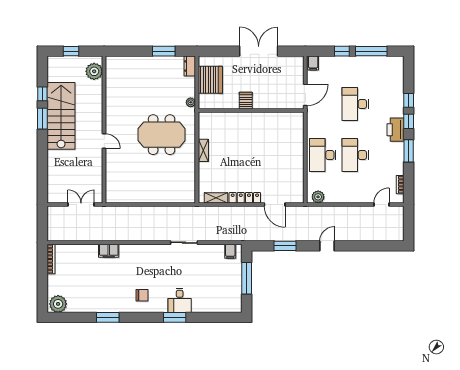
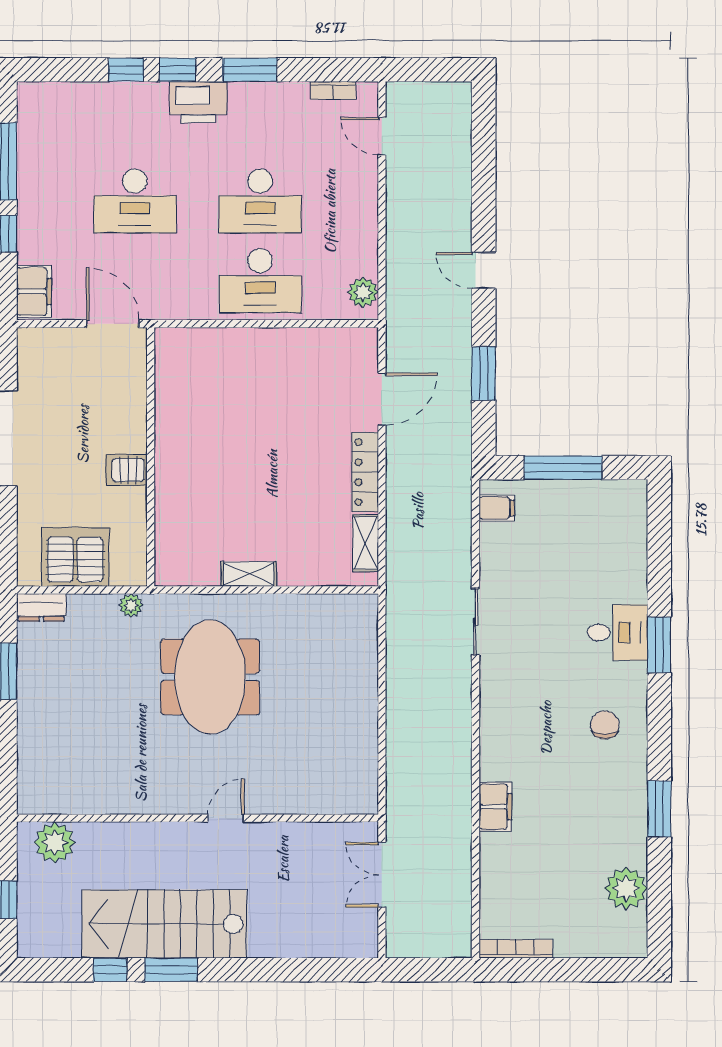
filing cabinet: (313, 63) -> (34, 291), width x2.00
plant: (58, 304) -> (626, 888), moved

